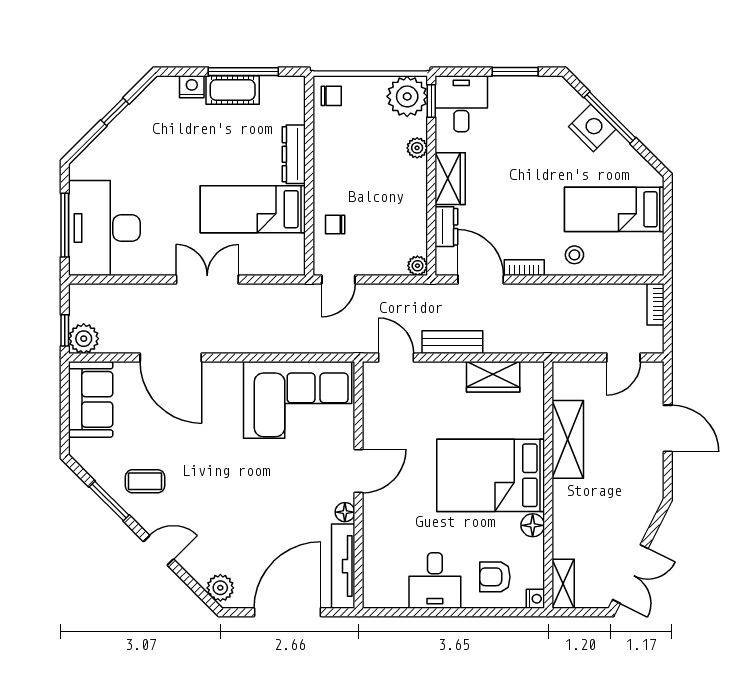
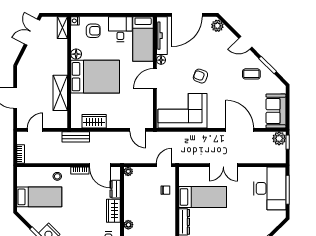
bench: (452, 342) -> (76, 137), moved
armchair: (258, 477) -> (200, 76), added
bed: (385, 559) -> (143, 39), added

